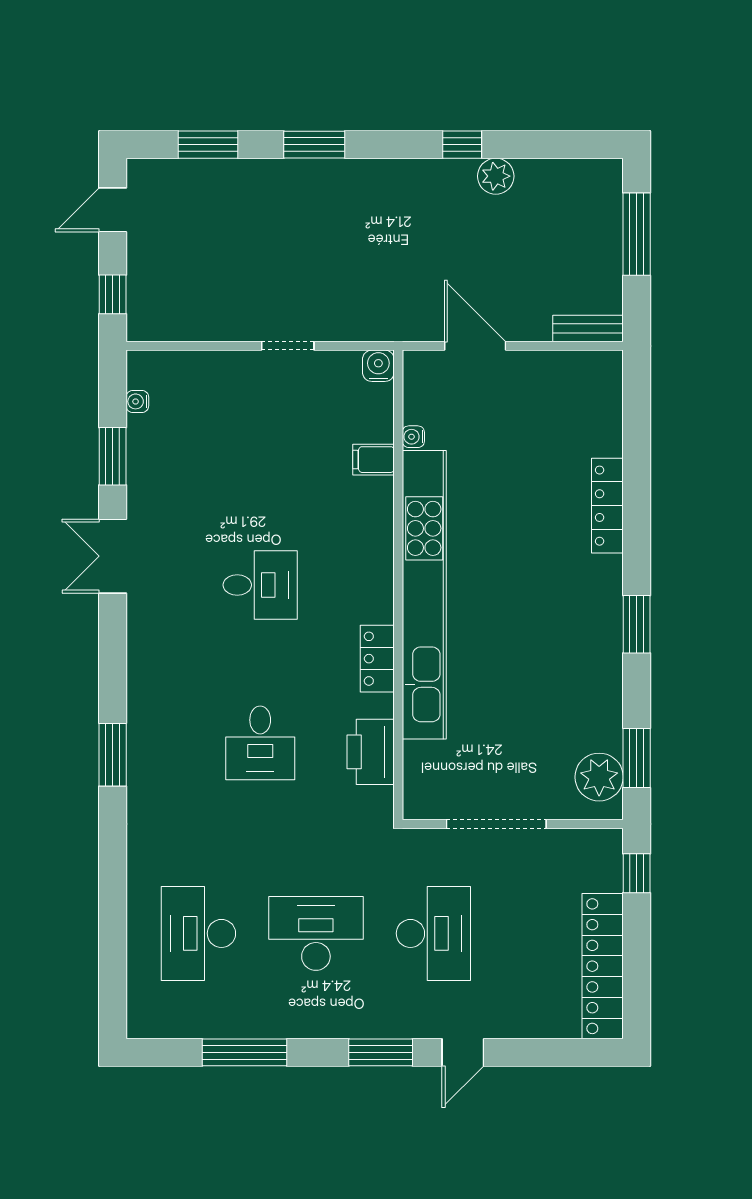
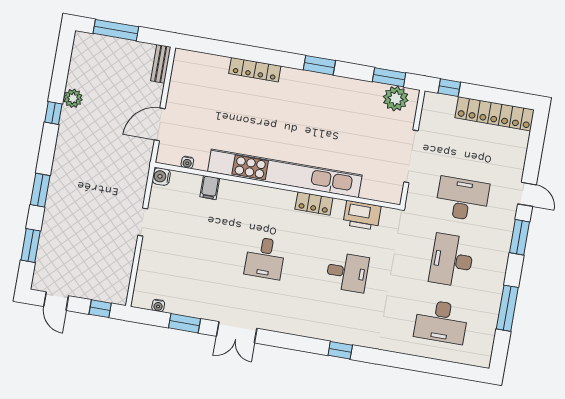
water cooler: (413, 437) -> (187, 162), moved
desk: (260, 585) -> (265, 258), turned 180
window: (113, 755) -> (340, 350), width x0.67

